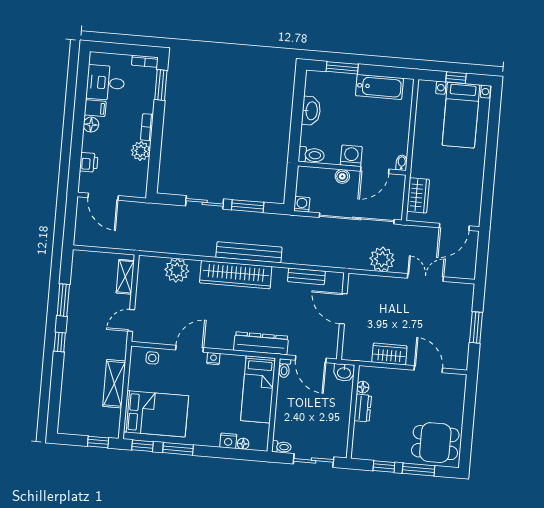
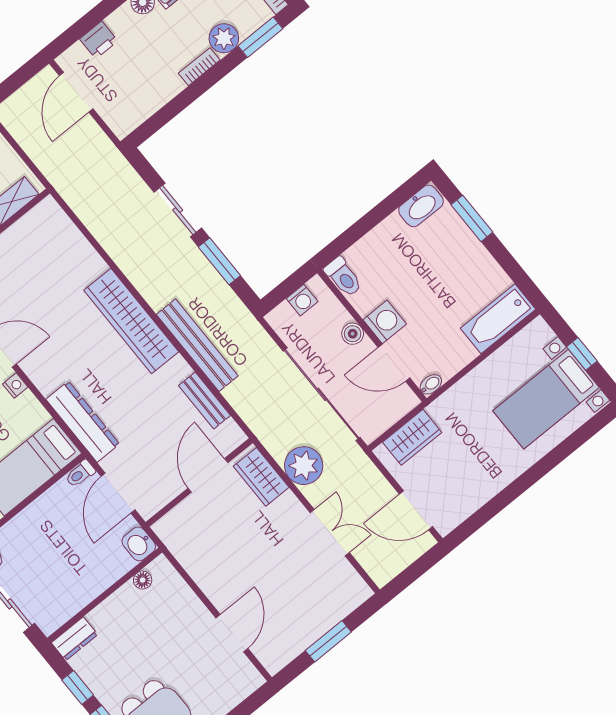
bathtub: (379, 87) -> (498, 319), moved, turned 90
washbasin: (311, 111) -> (421, 206), moved
plant: (141, 151) -> (224, 38), moved
washing machine: (302, 204) -> (302, 300), moved, turned 90
bench: (249, 252) -> (197, 345), moved
plant: (177, 270) -> (73, 252), removed
wardrobe: (389, 354) -> (261, 477), moved, turned 180
dresser: (363, 408) -> (74, 639), moved

